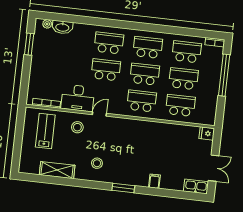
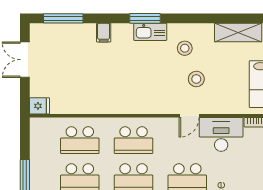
stool: (77, 127) -> (196, 79), moved
kitchen sink: (196, 186) -> (150, 32), moved
window: (182, 195) -> (63, 18), added

